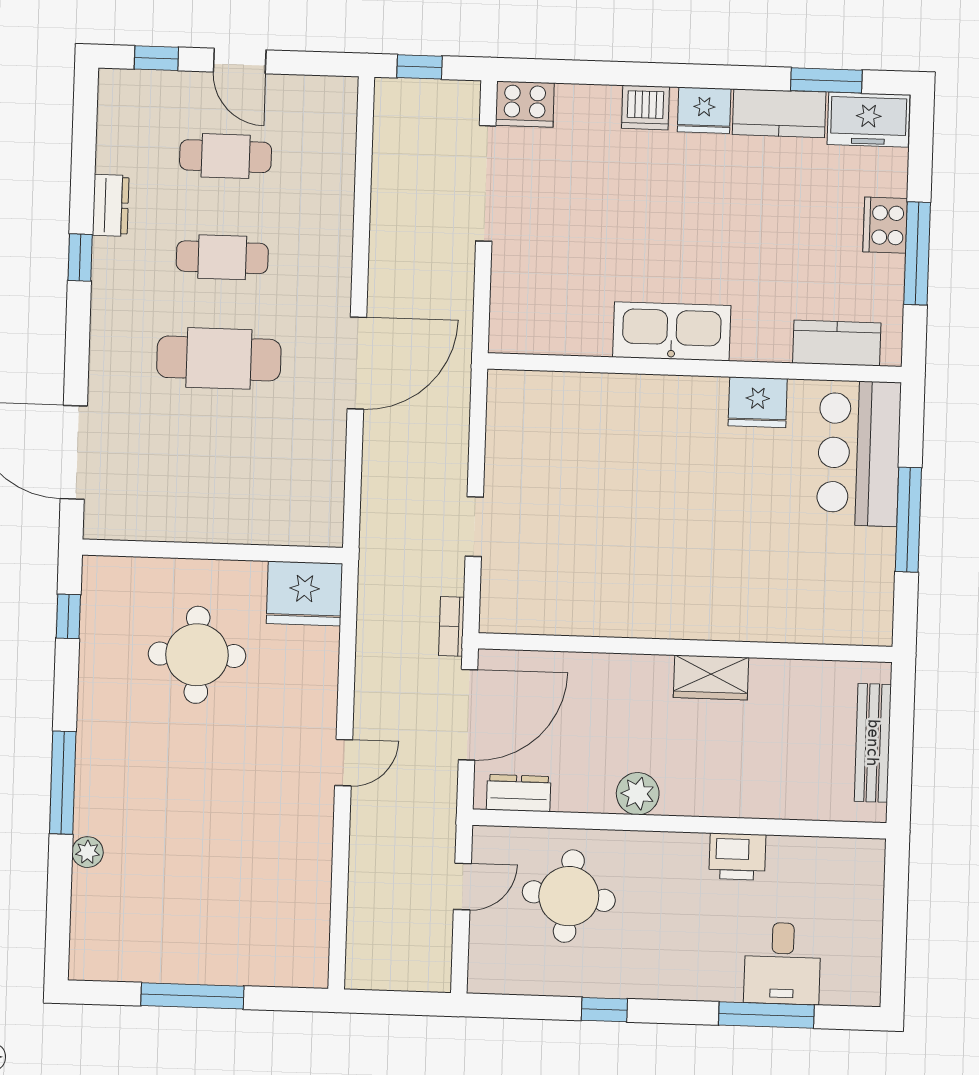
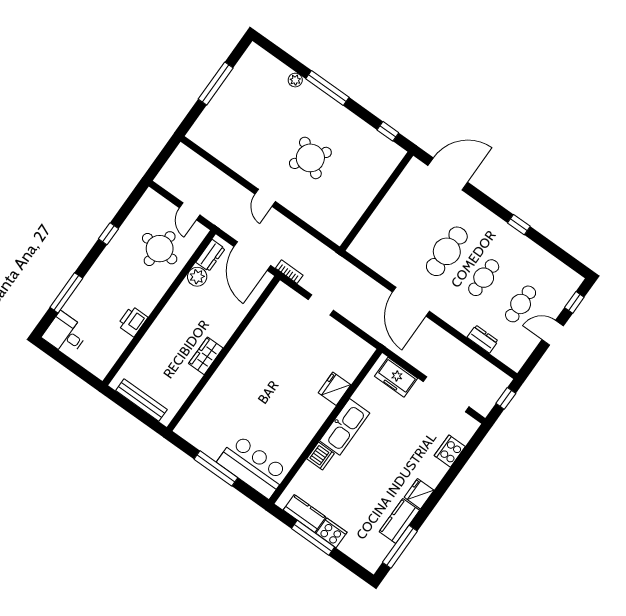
window: (826, 80) -> (400, 547), width x1.44
cooker: (525, 104) -> (450, 451), moved
dishwasher: (645, 108) -> (320, 456), moved, turned 180
freezer: (869, 120) -> (396, 377), moved, turned -90
dresser: (111, 205) -> (483, 339), moved, turned 180
kitchen counter: (837, 343) -> (305, 513), moved, turned -90
fridge: (758, 402) -> (335, 389), moved
fridge: (304, 594) -> (338, 225), removed
round table: (197, 655) -> (310, 158), moved, turned 35
plant: (638, 794) -> (197, 277), moved
desk: (782, 963) -> (65, 334), moved

